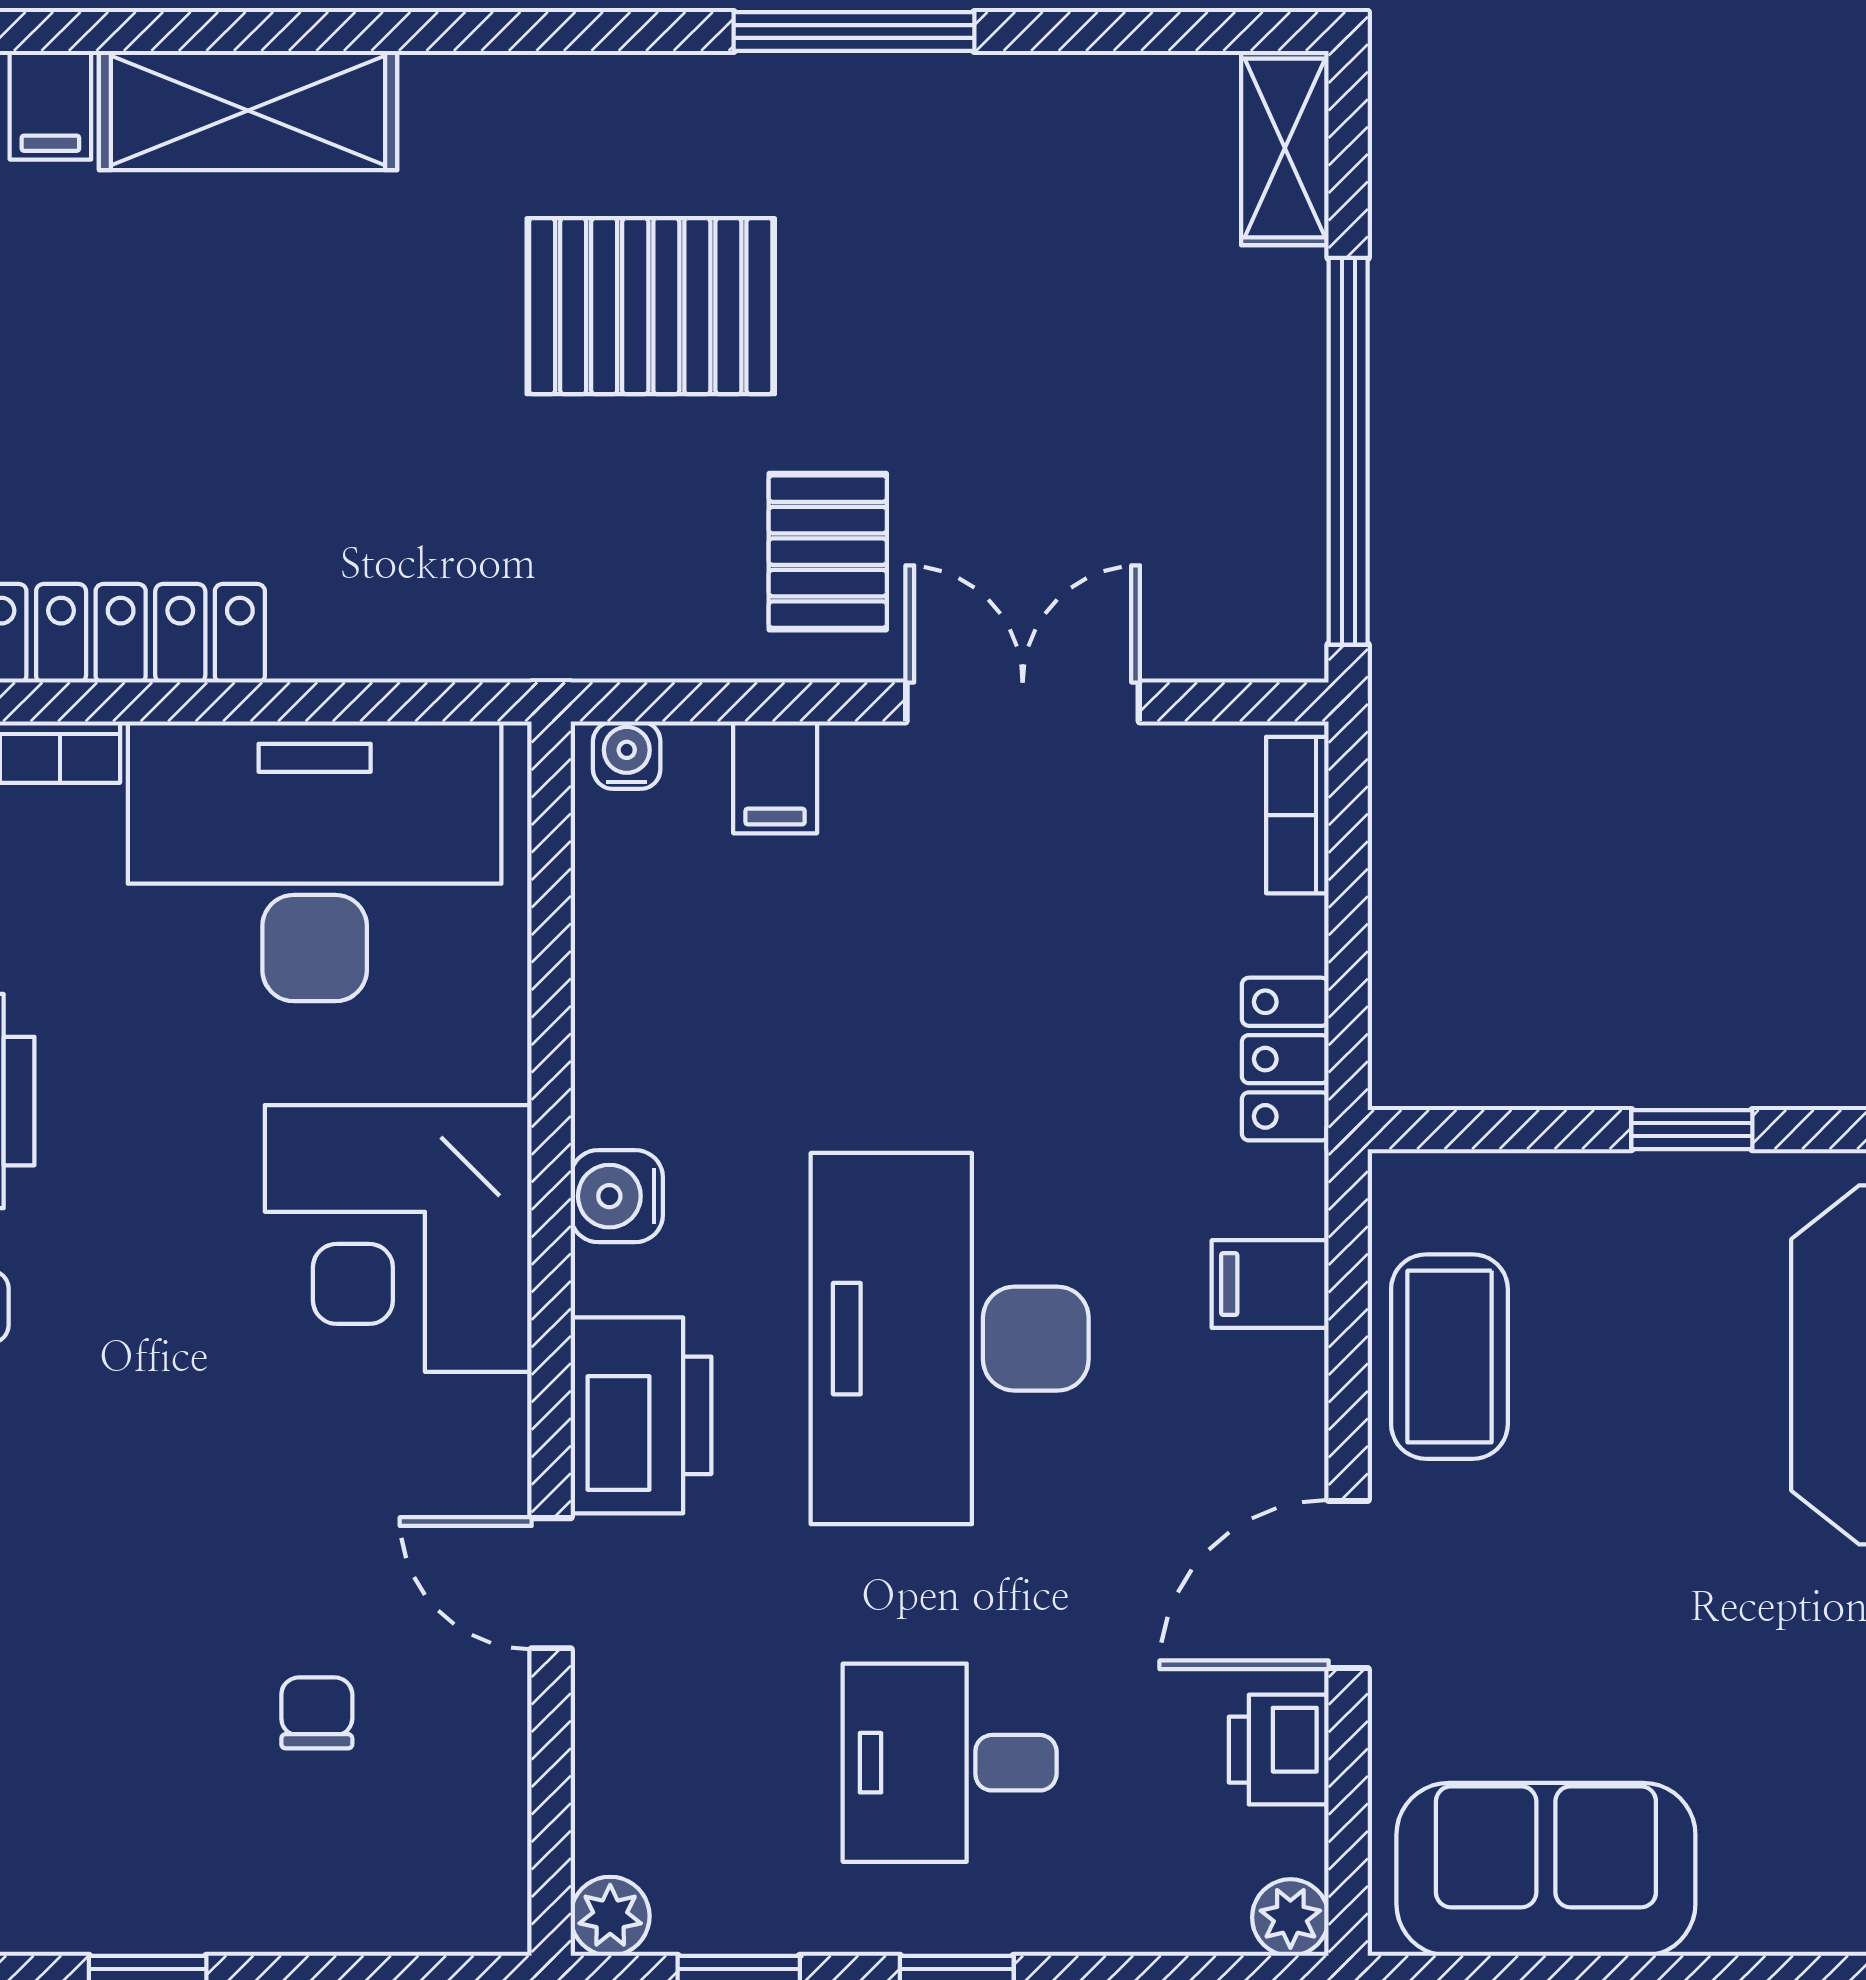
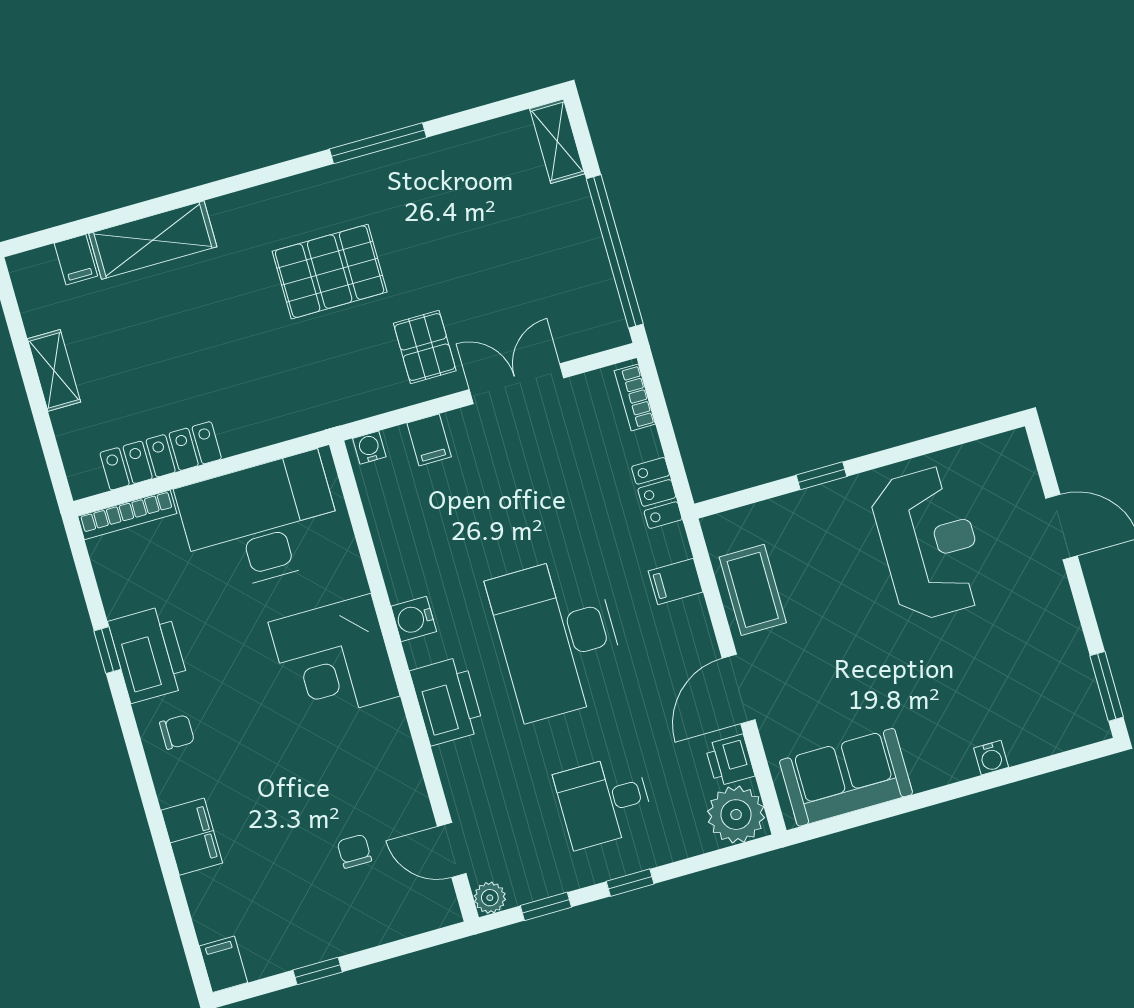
door: (551, 1583) -> (452, 850), moved
plant: (1290, 1917) -> (736, 815), width x1.87, depth x1.87

